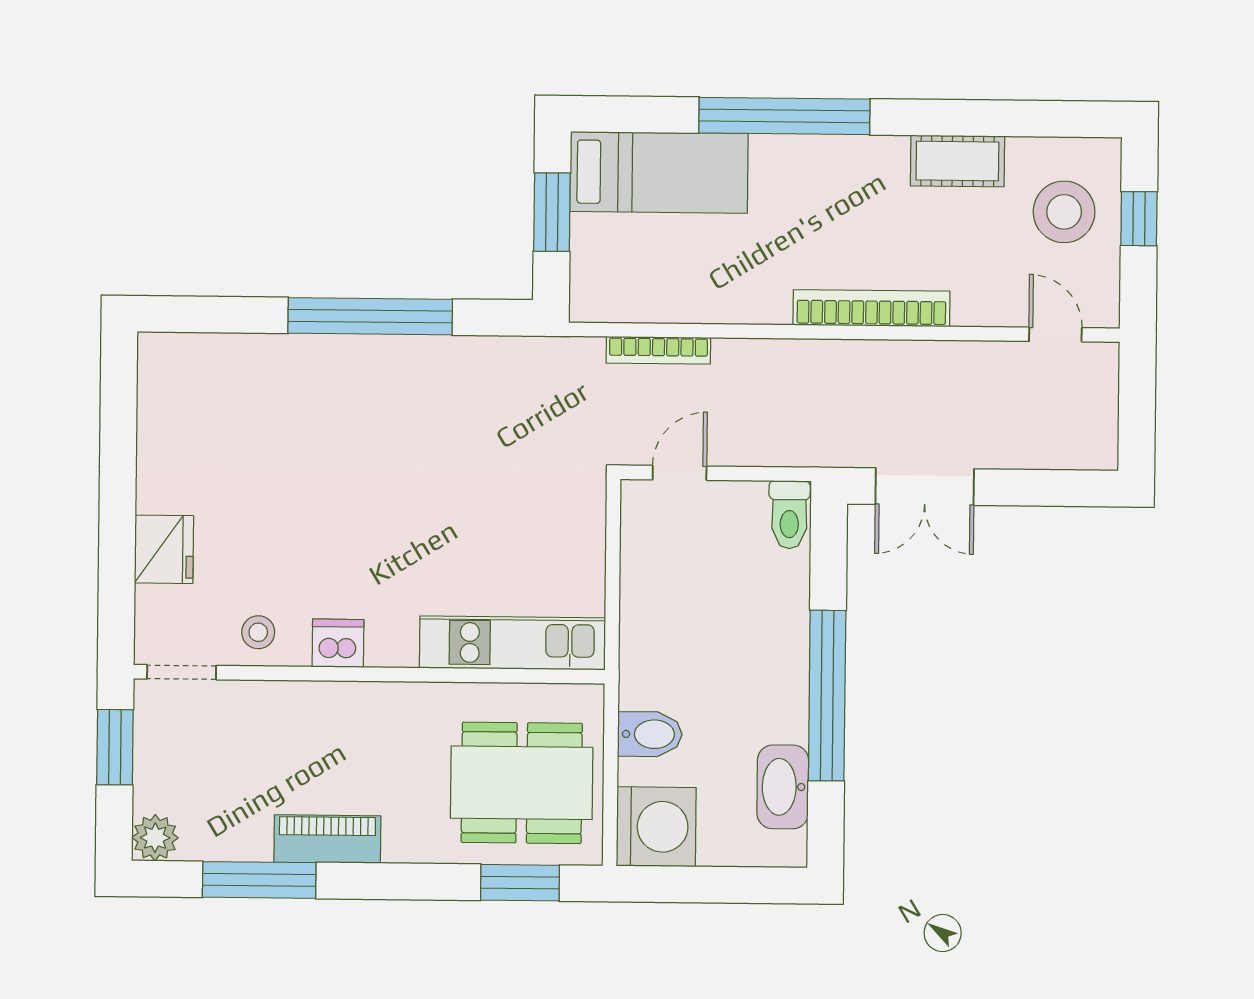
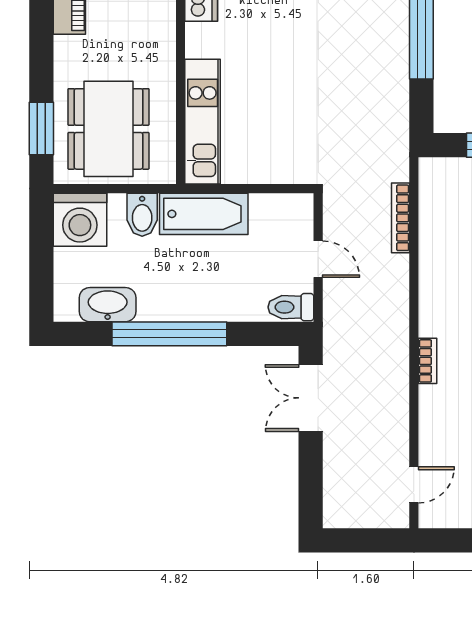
bookcase: (871, 308) -> (428, 361), width x0.43, depth x0.76
door: (680, 473) -> (318, 259), moved
bathtub: (650, 643) -> (204, 214), added

